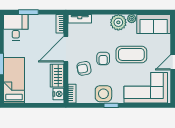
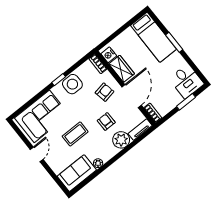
plant: (118, 22) -> (121, 140), moved
coffee table: (131, 54) -> (75, 134), width x0.73, depth x0.76
armchair: (103, 58) -> (106, 121), moved

